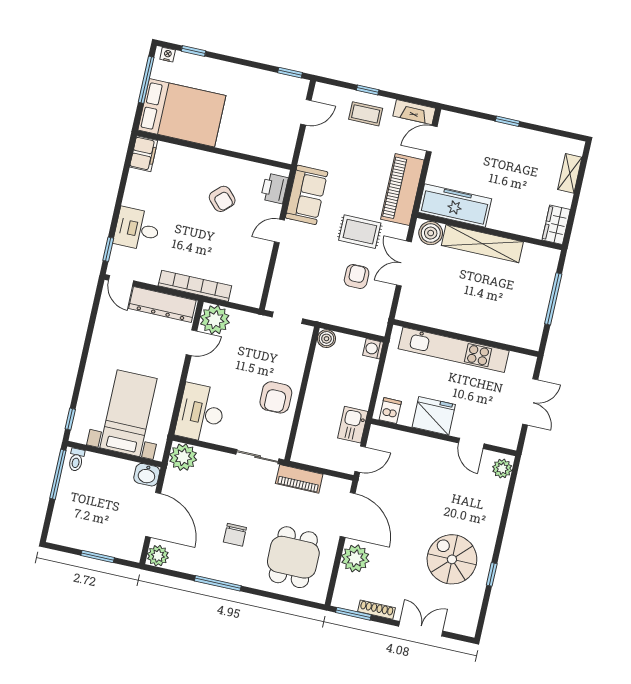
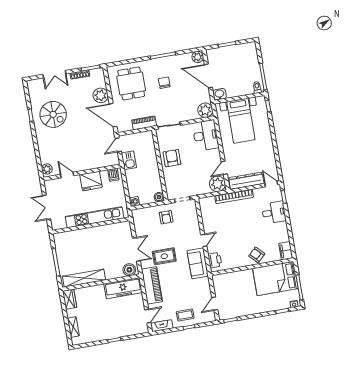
armchair: (222, 199) -> (257, 255), moved
shelving: (482, 244) -> (84, 278), moved
armchair: (357, 276) -> (166, 217), moved

